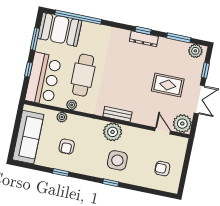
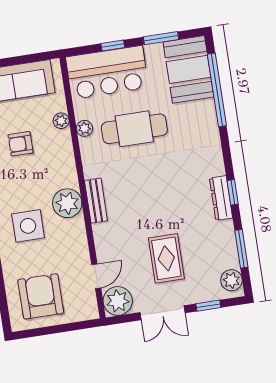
armchair: (162, 169) -> (41, 296), width x1.88, depth x1.88

